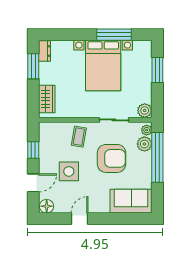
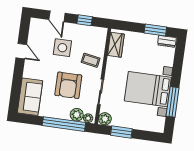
window: (157, 70) -> (121, 132), moved
wardrobe: (47, 99) -> (116, 45), moved, turned -90
floor lamp: (47, 206) -> (36, 25), removed

